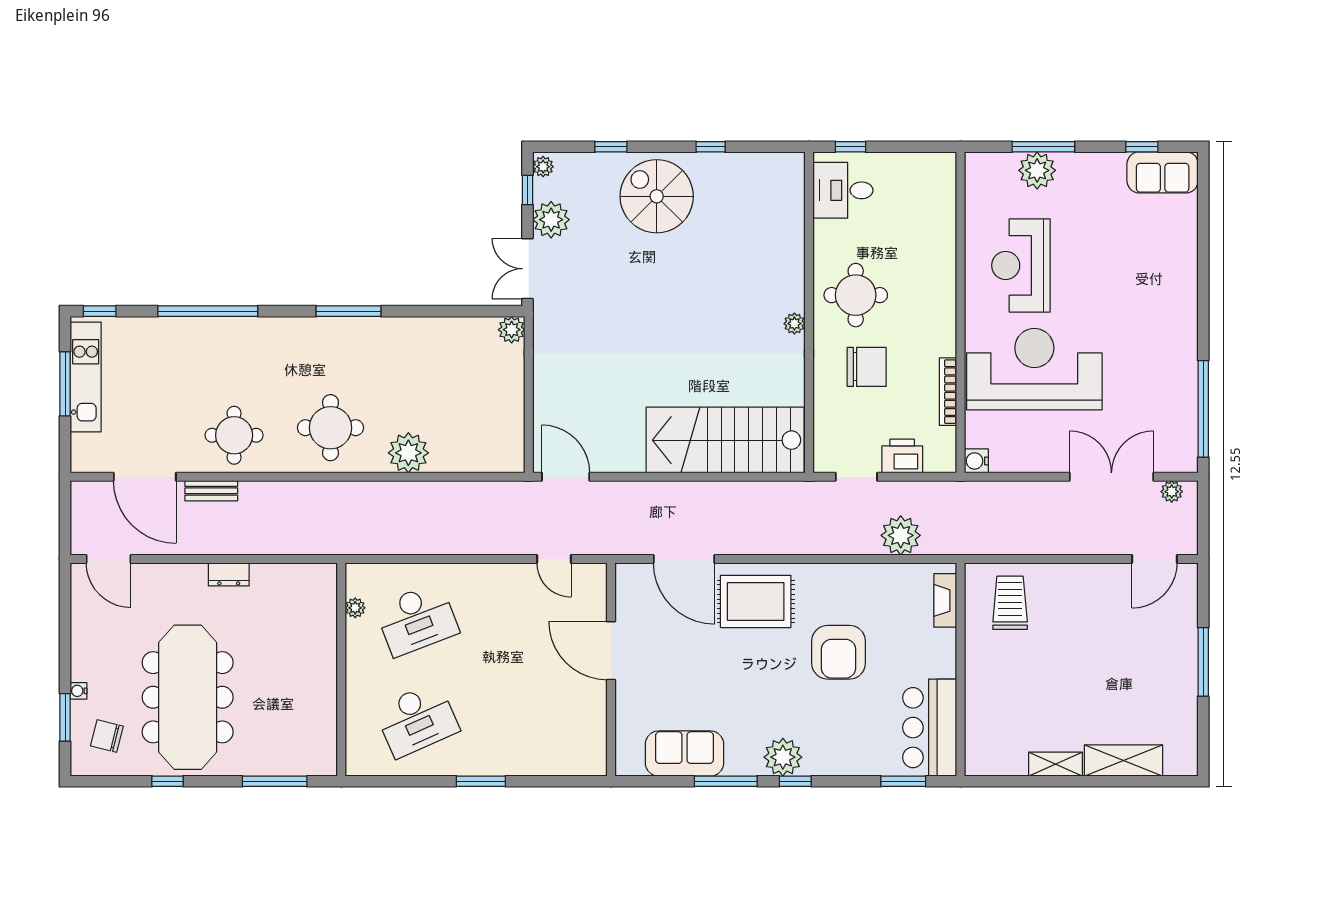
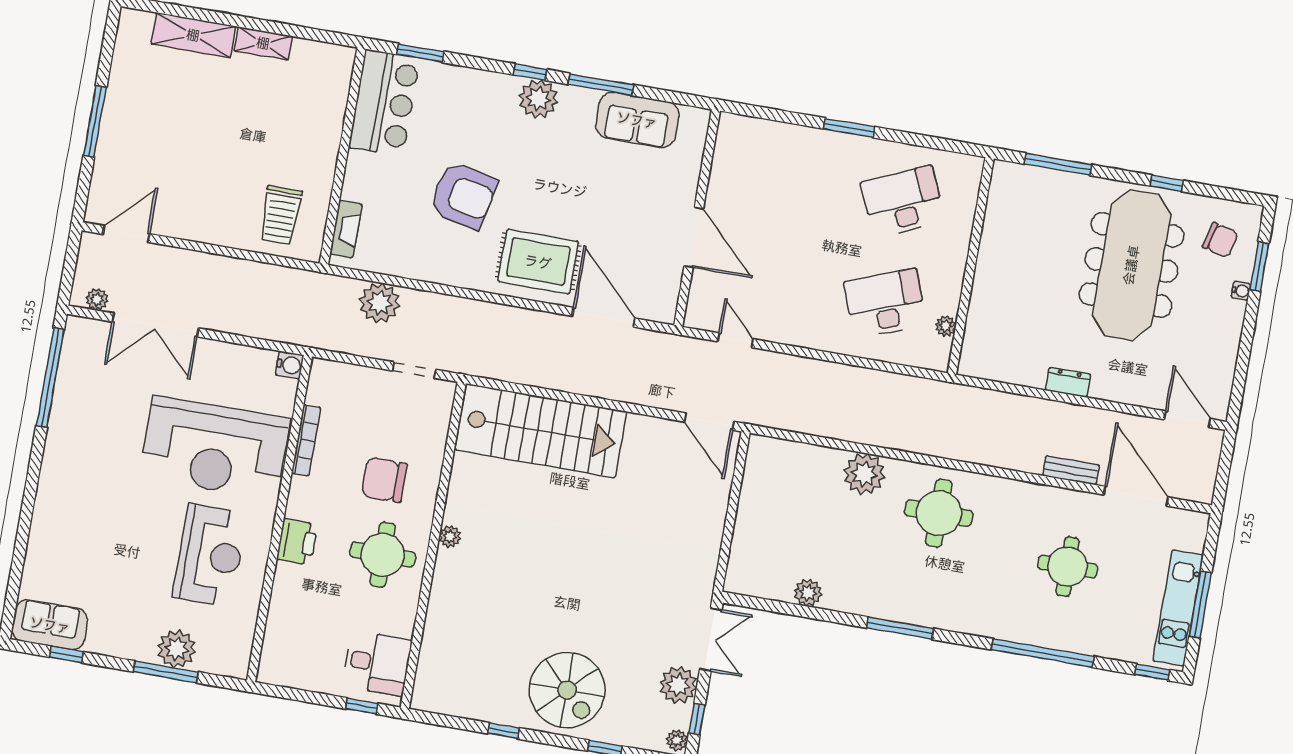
plant: (512, 330) -> (808, 593), moved
round table: (234, 435) -> (1068, 567), moved
printer: (902, 456) -> (297, 542), moved, turned -90
armchair: (839, 652) -> (463, 195), turned 102

